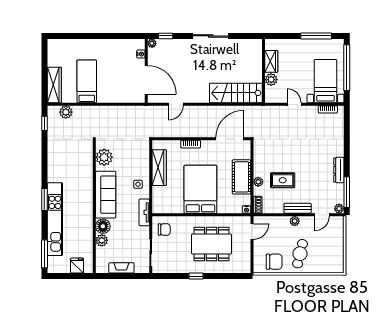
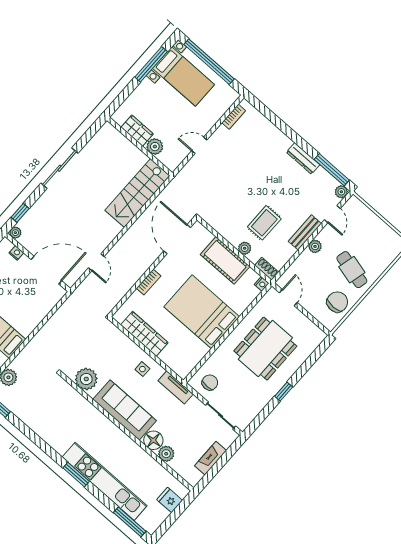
bed with nightstands: (325, 81) -> (184, 76), moved, turned 180

